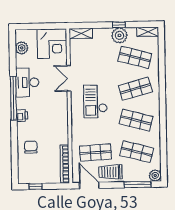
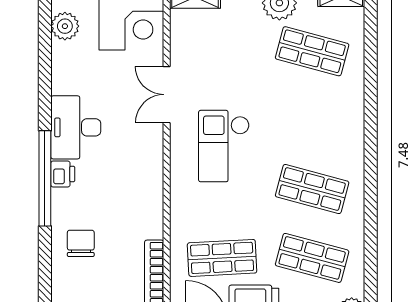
desk: (27, 82) -> (76, 127), moved
shop shelf: (135, 89) -> (312, 120), removed
window: (13, 98) -> (45, 178), moved

